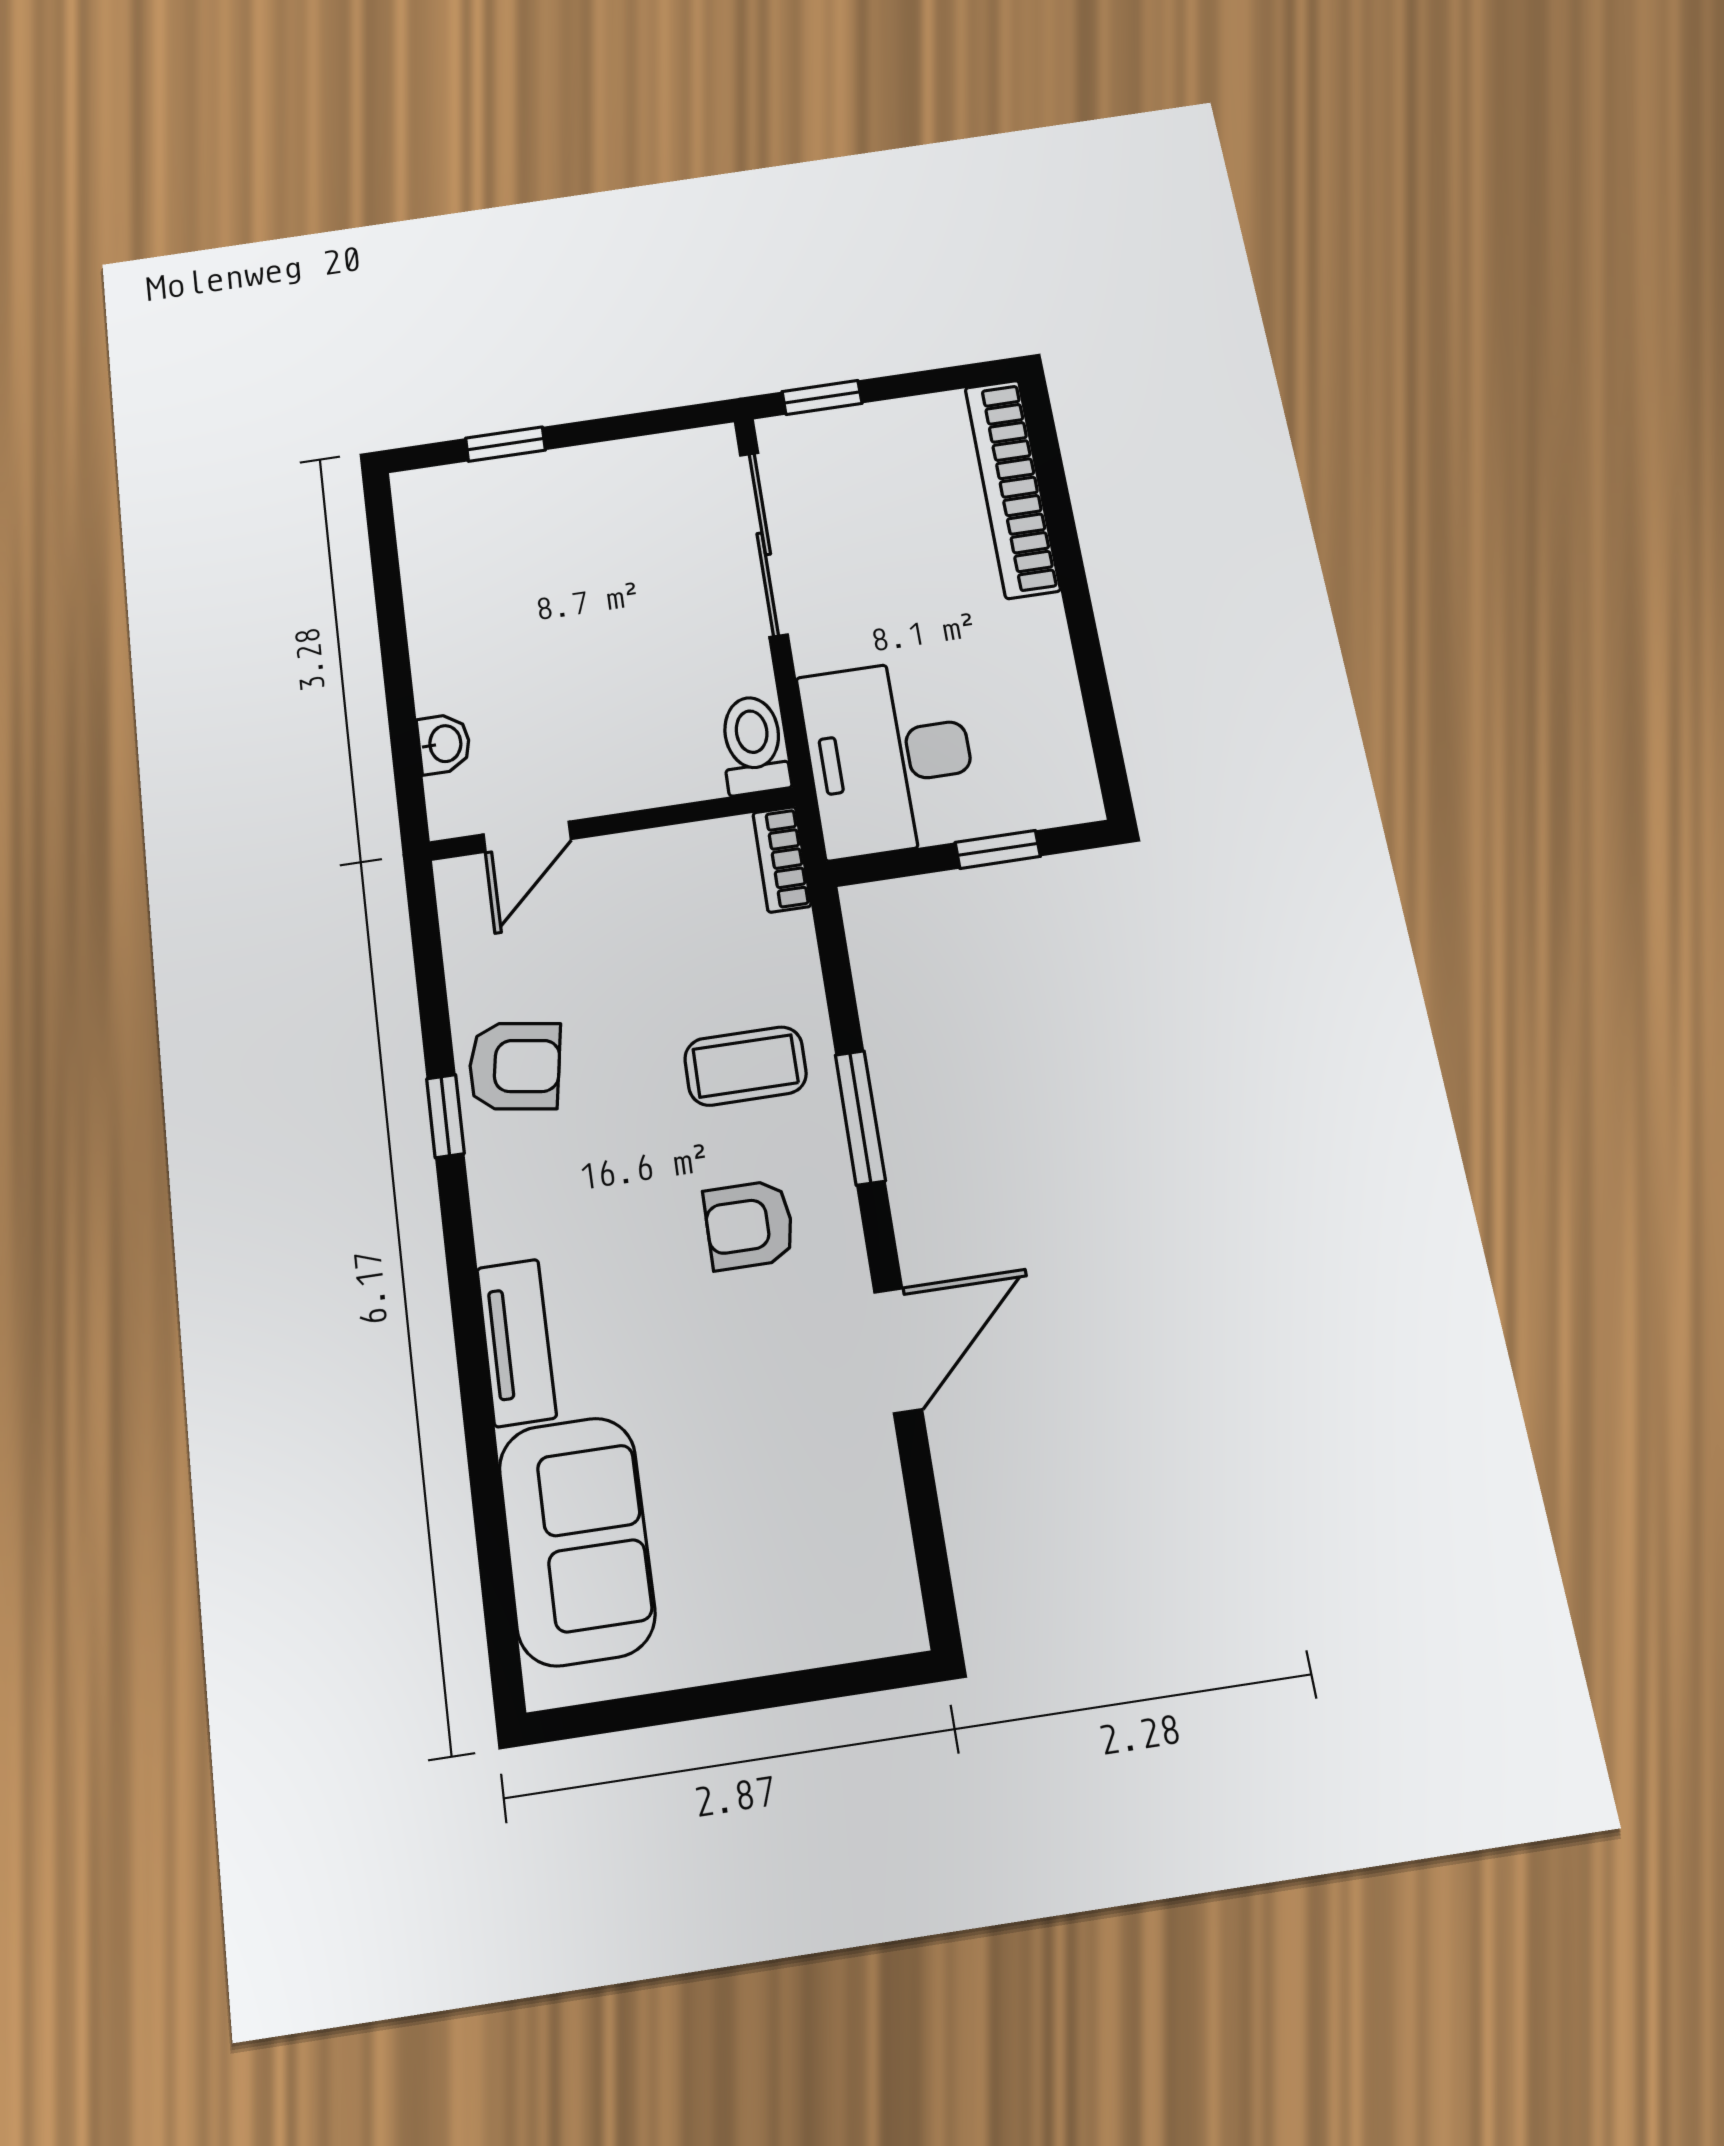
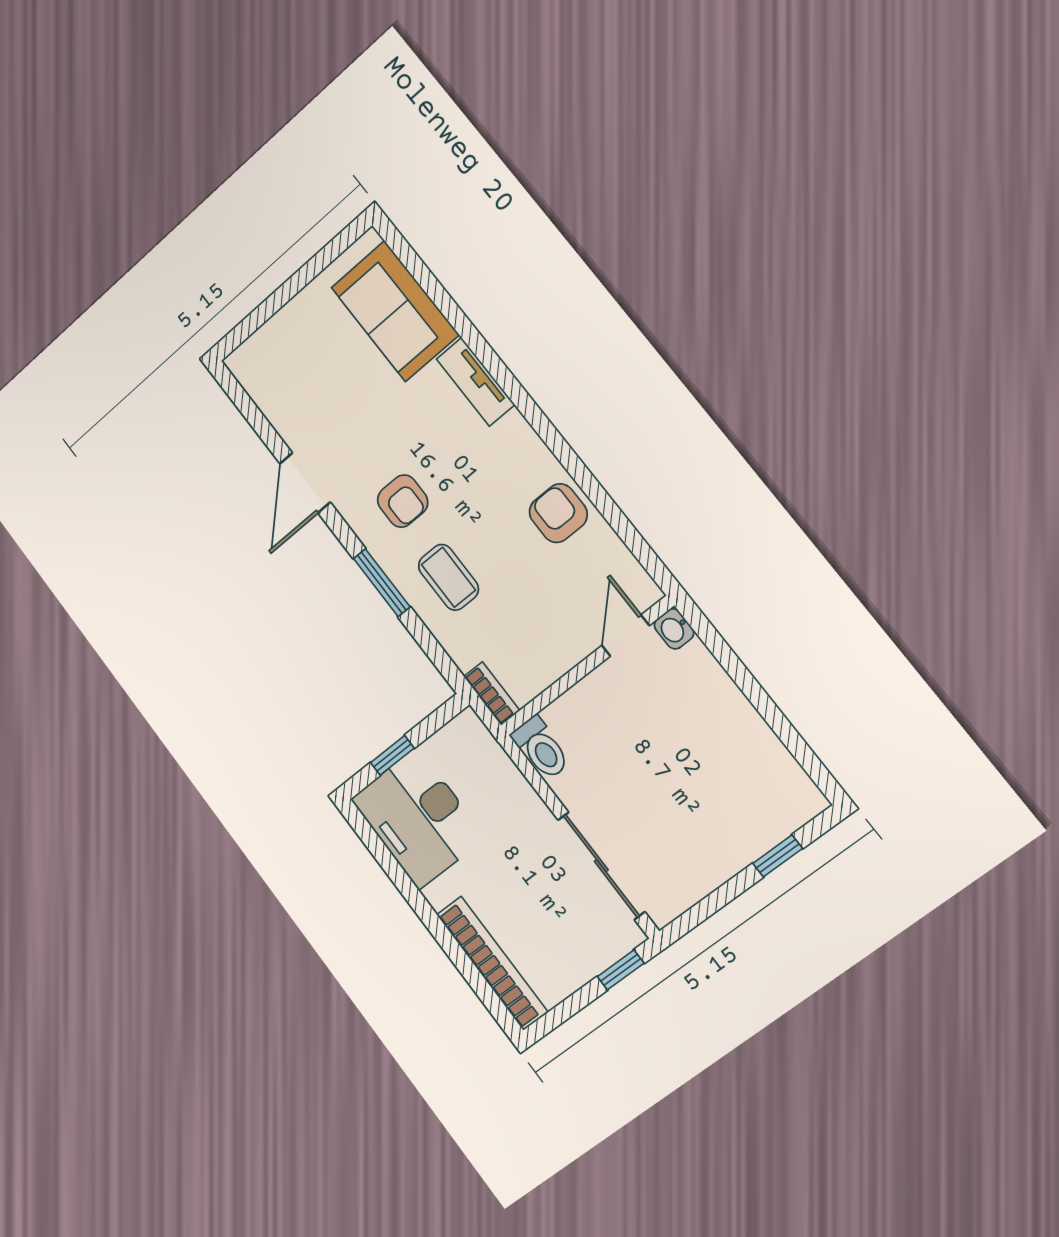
washbasin: (444, 744) -> (674, 629), moved
desk: (889, 757) -> (418, 818), moved, turned 180
armchair: (515, 1066) -> (558, 513), turned 81
coffee table: (746, 1066) -> (448, 577), turned 90
window: (445, 1116) -> (576, 469), removed
armchair: (749, 1225) -> (403, 501), turned 90

